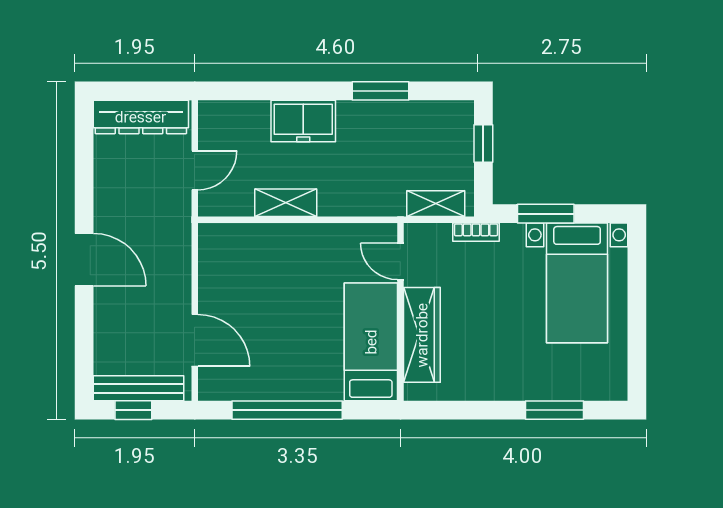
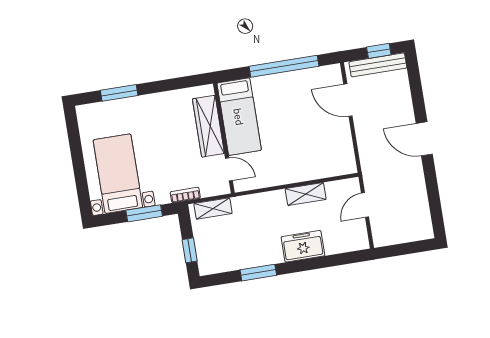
dresser: (141, 117) -> (404, 232), removed

